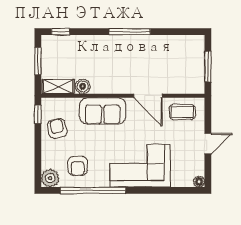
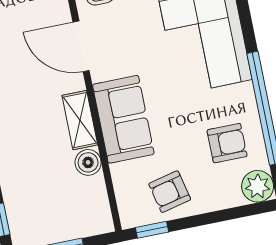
shelving: (58, 87) -> (80, 120), moved
door: (148, 96) -> (81, 46), swing flipped

